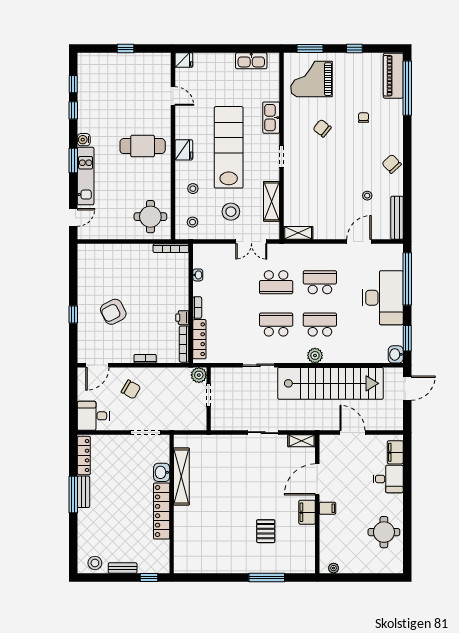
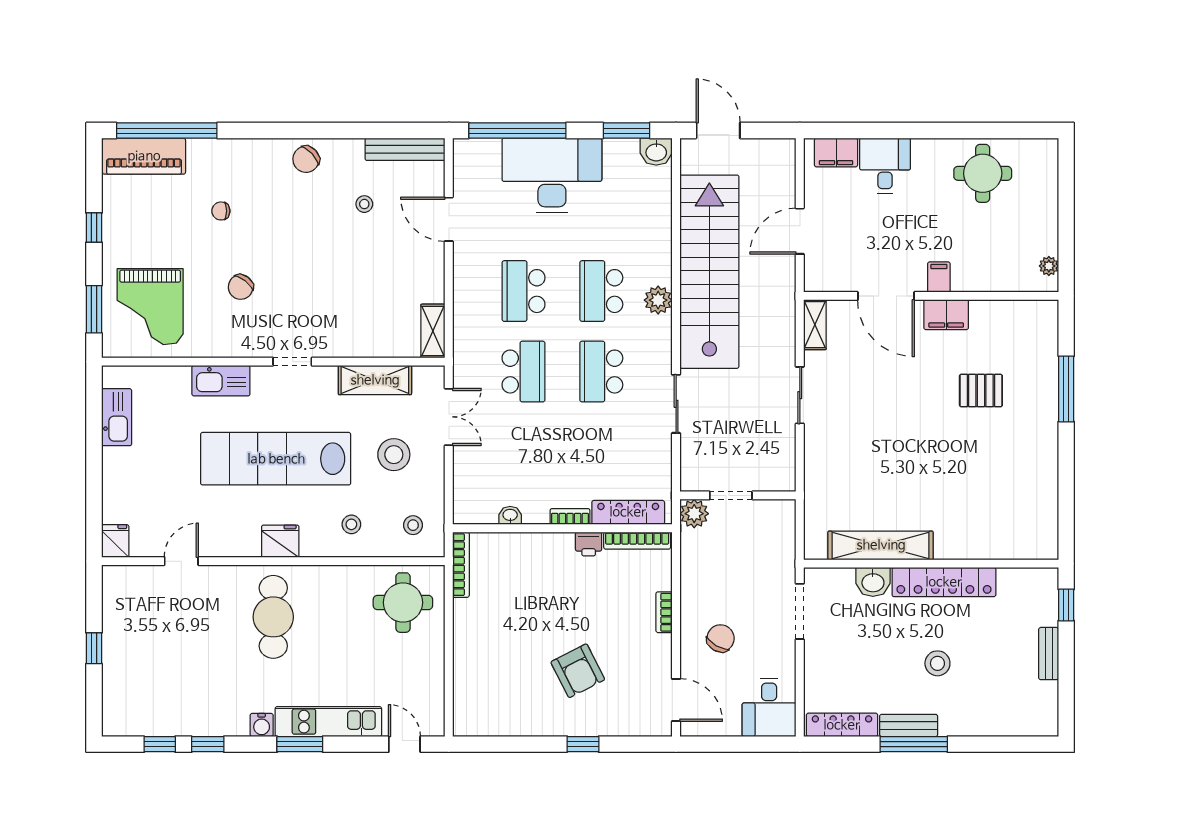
stool: (95, 563) -> (937, 663), moved

